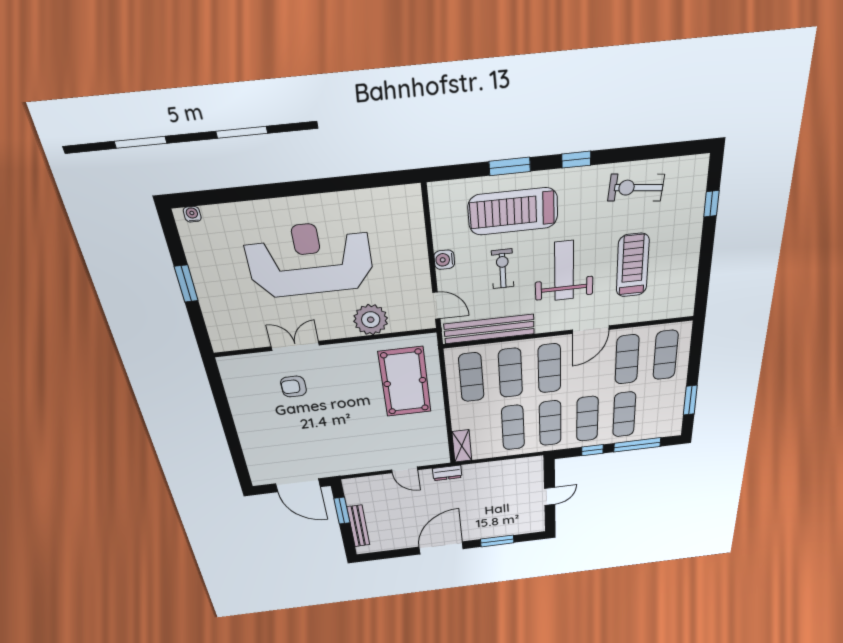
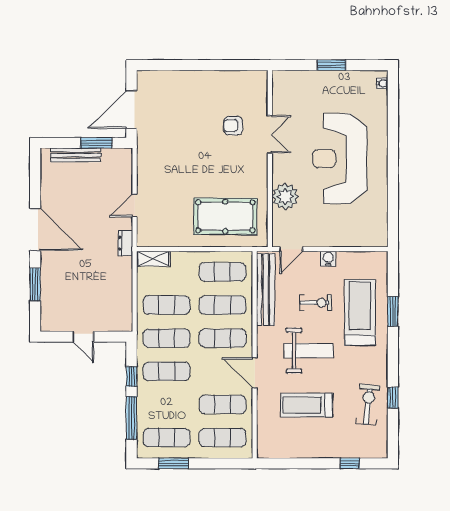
window: (576, 160) -> (393, 397), moved
reception desk: (310, 259) -> (340, 159), turned 180
treadmill: (633, 265) -> (307, 405), turned 180
armchair: (293, 387) -> (233, 126), turned -90
exercise mat: (624, 414) -> (167, 438), moved

